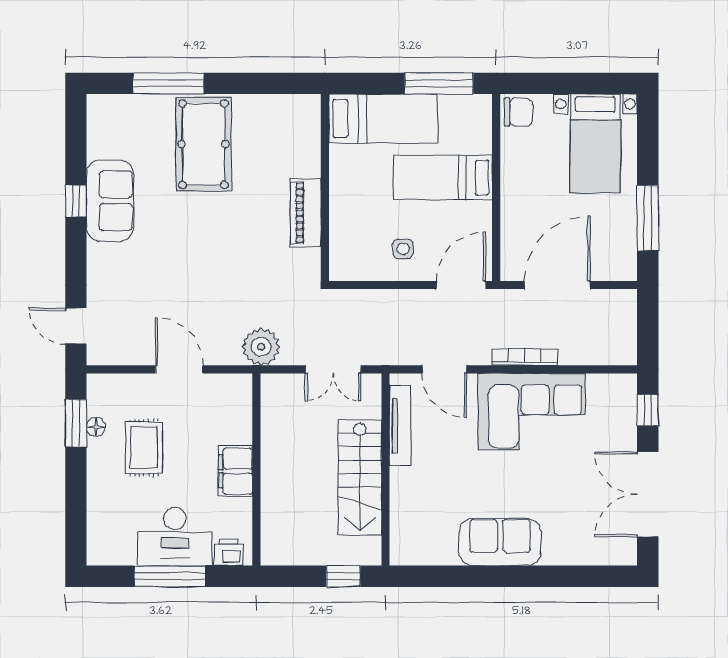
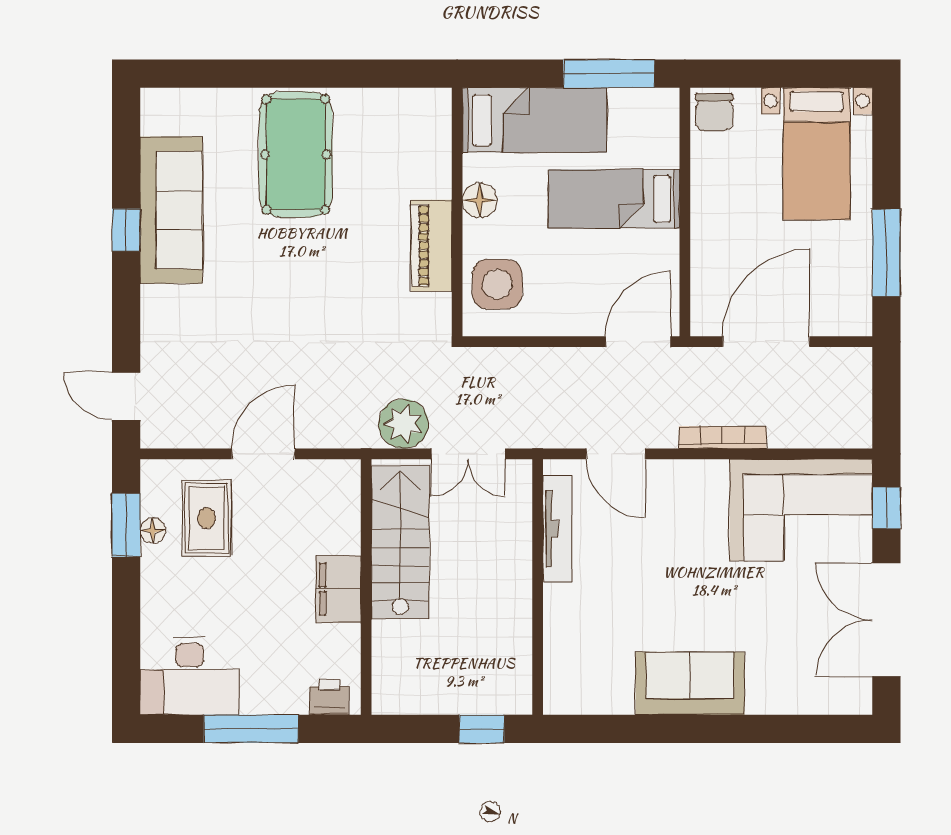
window: (168, 83) -> (249, 74), removed
chair: (518, 112) -> (714, 112), turned 90
floor lamp: (342, 179) -> (480, 200), added
sofa: (110, 201) -> (171, 210), width x1.36
side table: (403, 249) -> (497, 284), moved, width x1.87, depth x1.87
plant: (261, 347) -> (404, 424), moved
door: (179, 369) -> (263, 454), hinge flipped
corner sofa: (532, 412) -> (801, 510), moved
rug: (144, 448) -> (207, 518), moved
stairs: (360, 478) -> (400, 542), moved, turned 180
desk: (175, 537) -> (189, 676), moved

